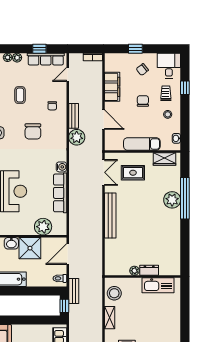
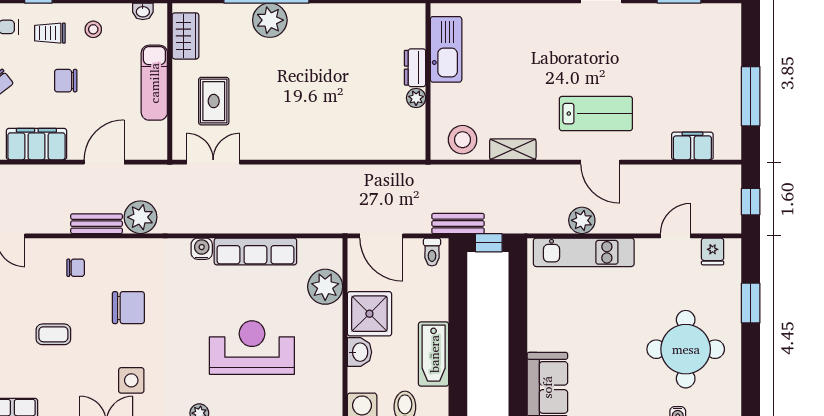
bench: (110, 215) -> (302, 148), removed

